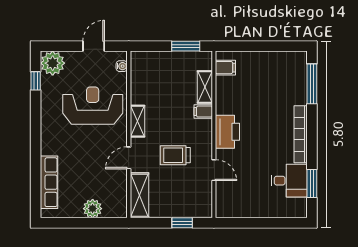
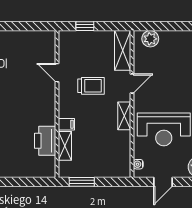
filing cabinet: (225, 68) -> (47, 163), removed
printer: (227, 132) -> (45, 141), moved
plant: (93, 209) -> (150, 39), moved

